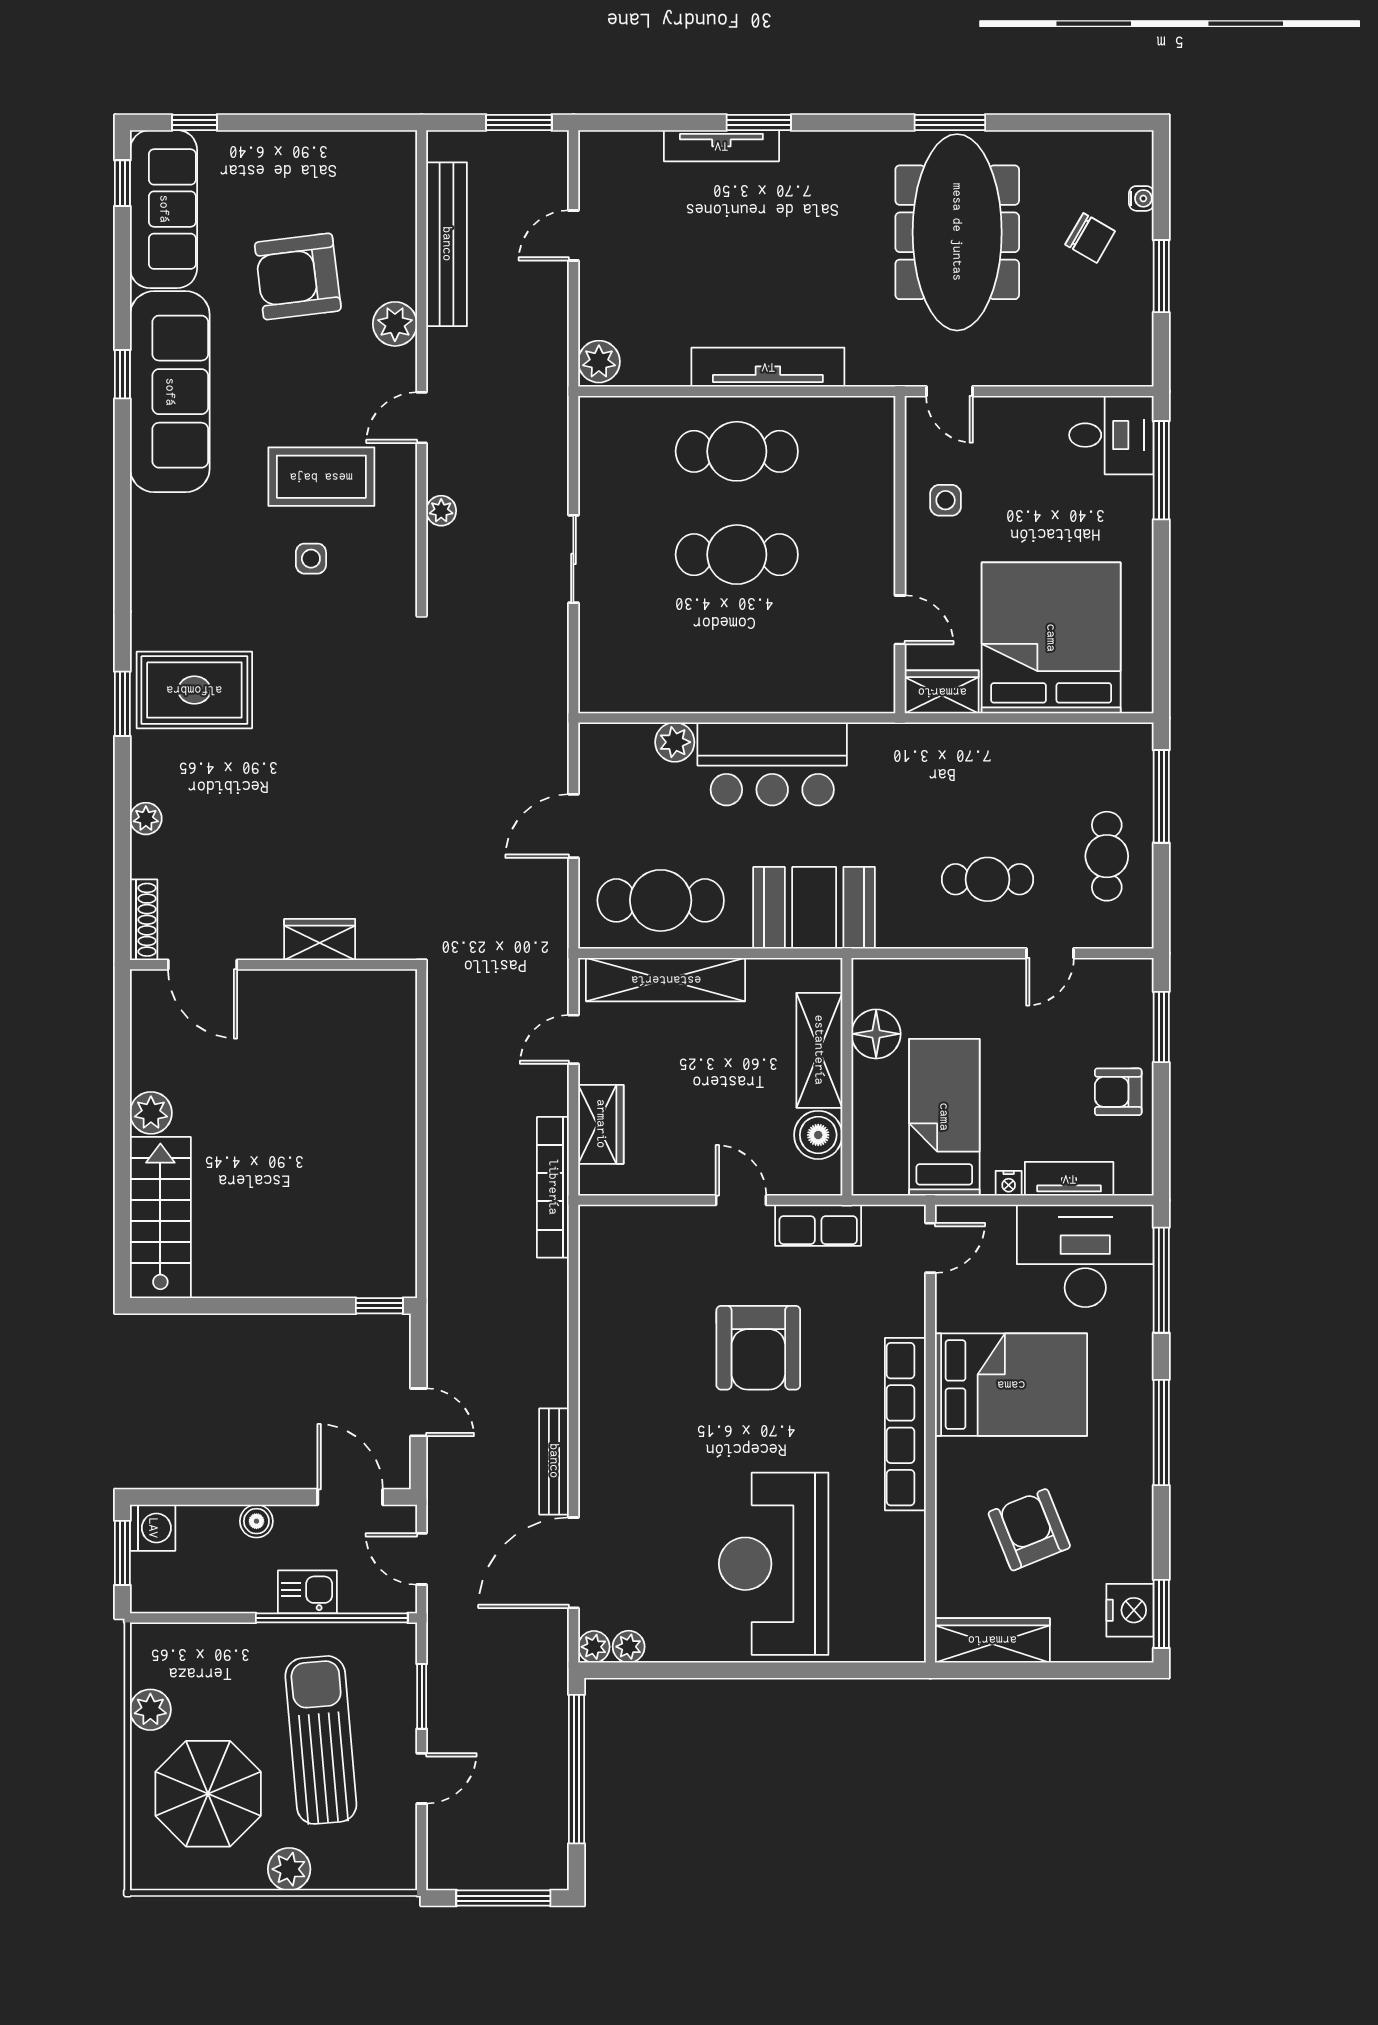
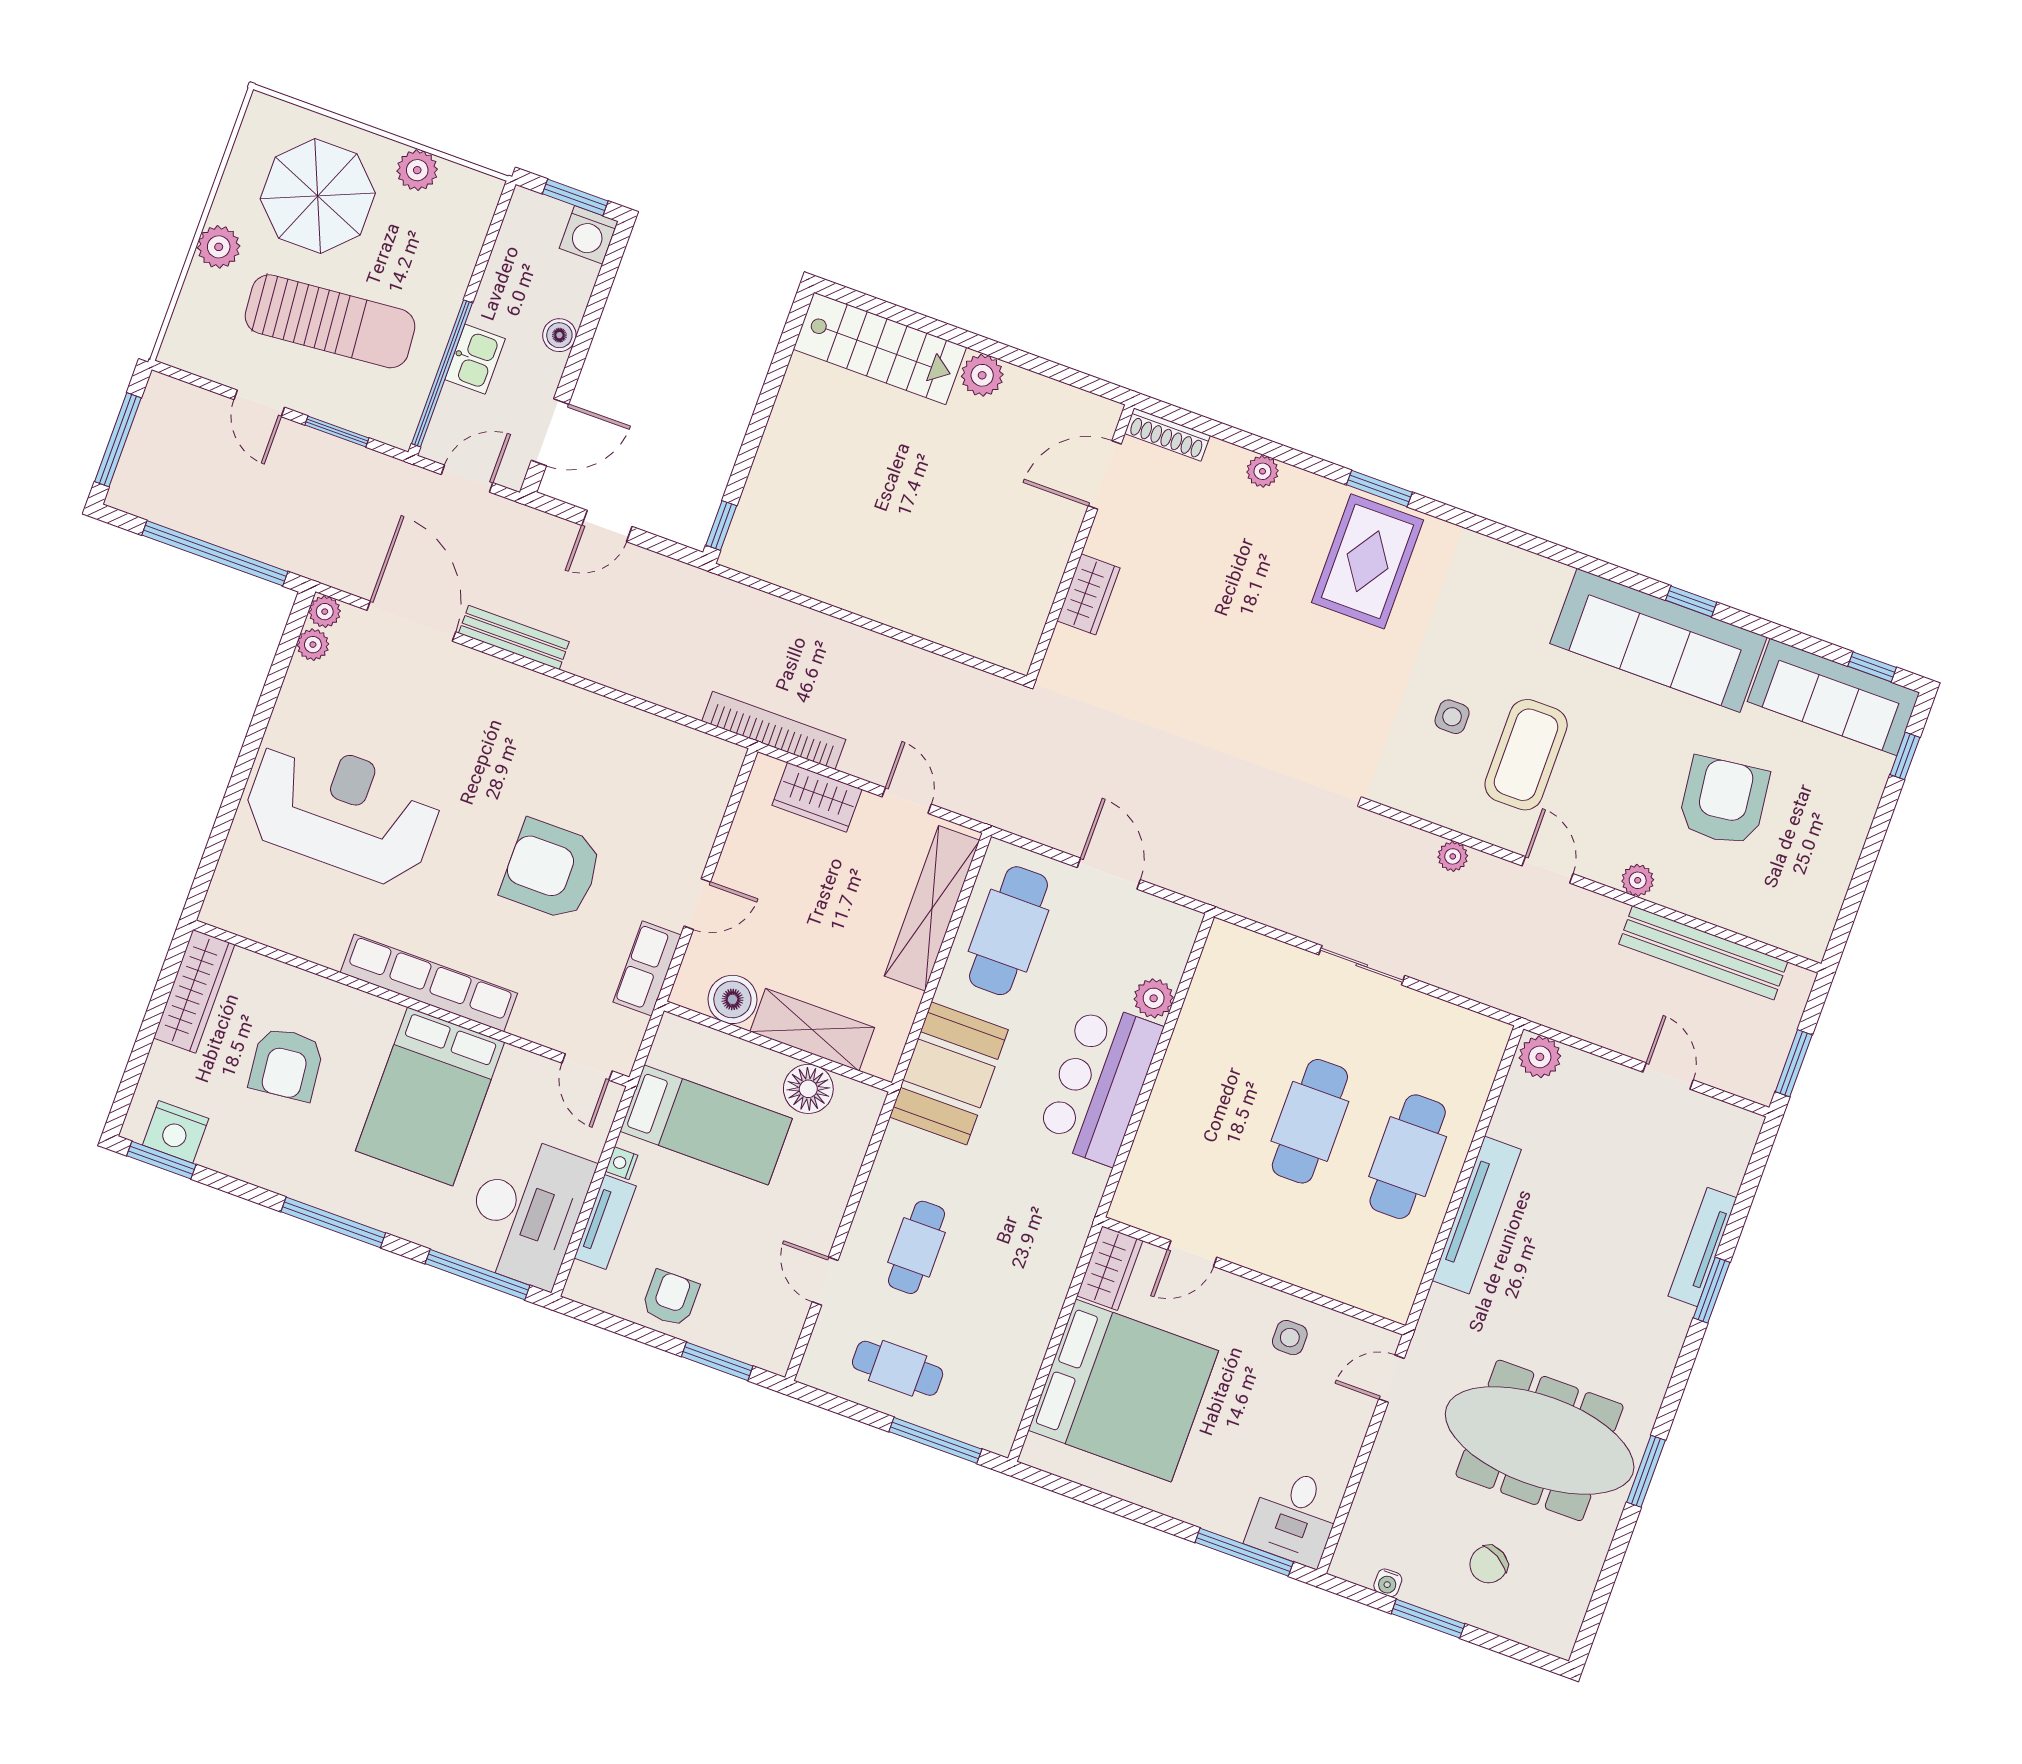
water cooler: (1141, 198) -> (1388, 1583), moved
plant: (395, 324) -> (1638, 880), width x0.73, depth x0.73
armchair: (1029, 1530) -> (286, 1064), turned 106

